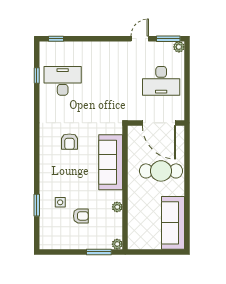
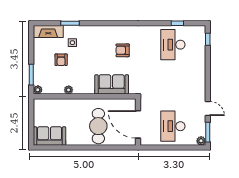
desk: (63, 81) -> (173, 45), turned 180
door: (159, 123) -> (138, 124), hinge flipped
sofa: (111, 162) -> (112, 84), width x0.73
sofa: (173, 223) -> (50, 136), width x0.73
fireplace: (47, 231) -> (48, 32), added

